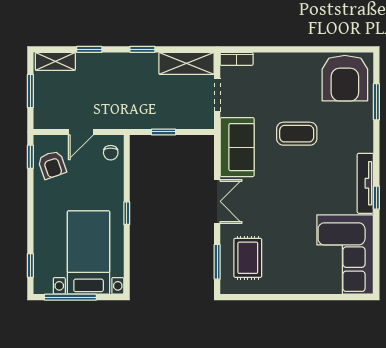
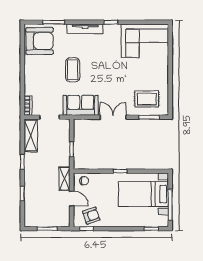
shelving: (55, 61) -> (65, 179), moved
tv unit: (365, 183) -> (85, 29), moved

